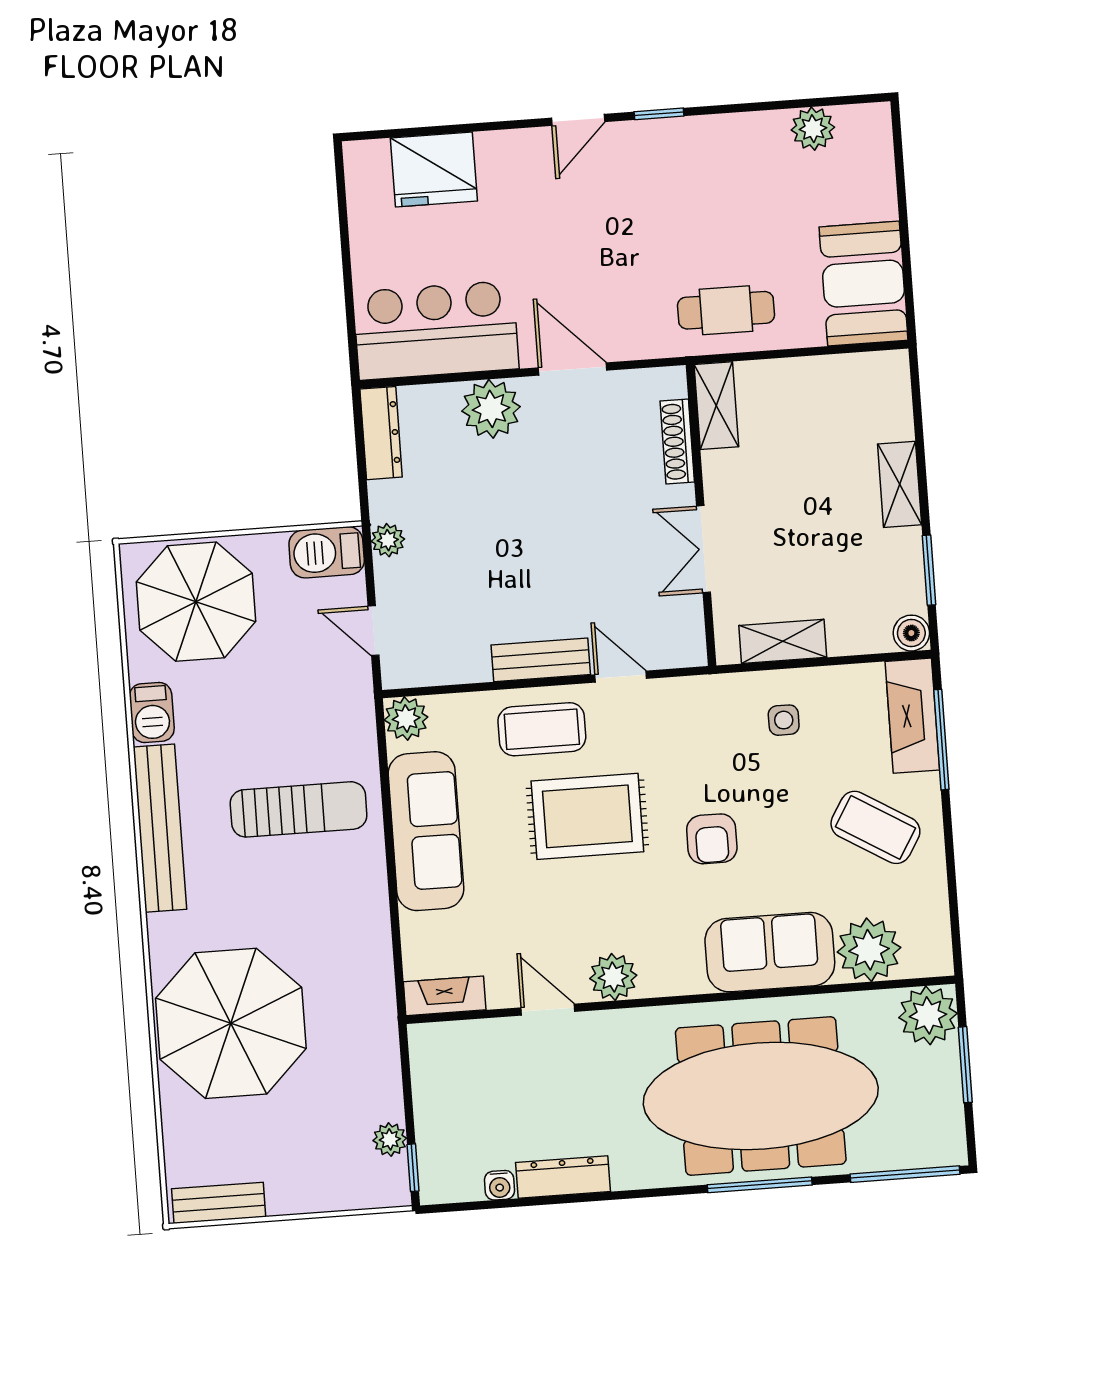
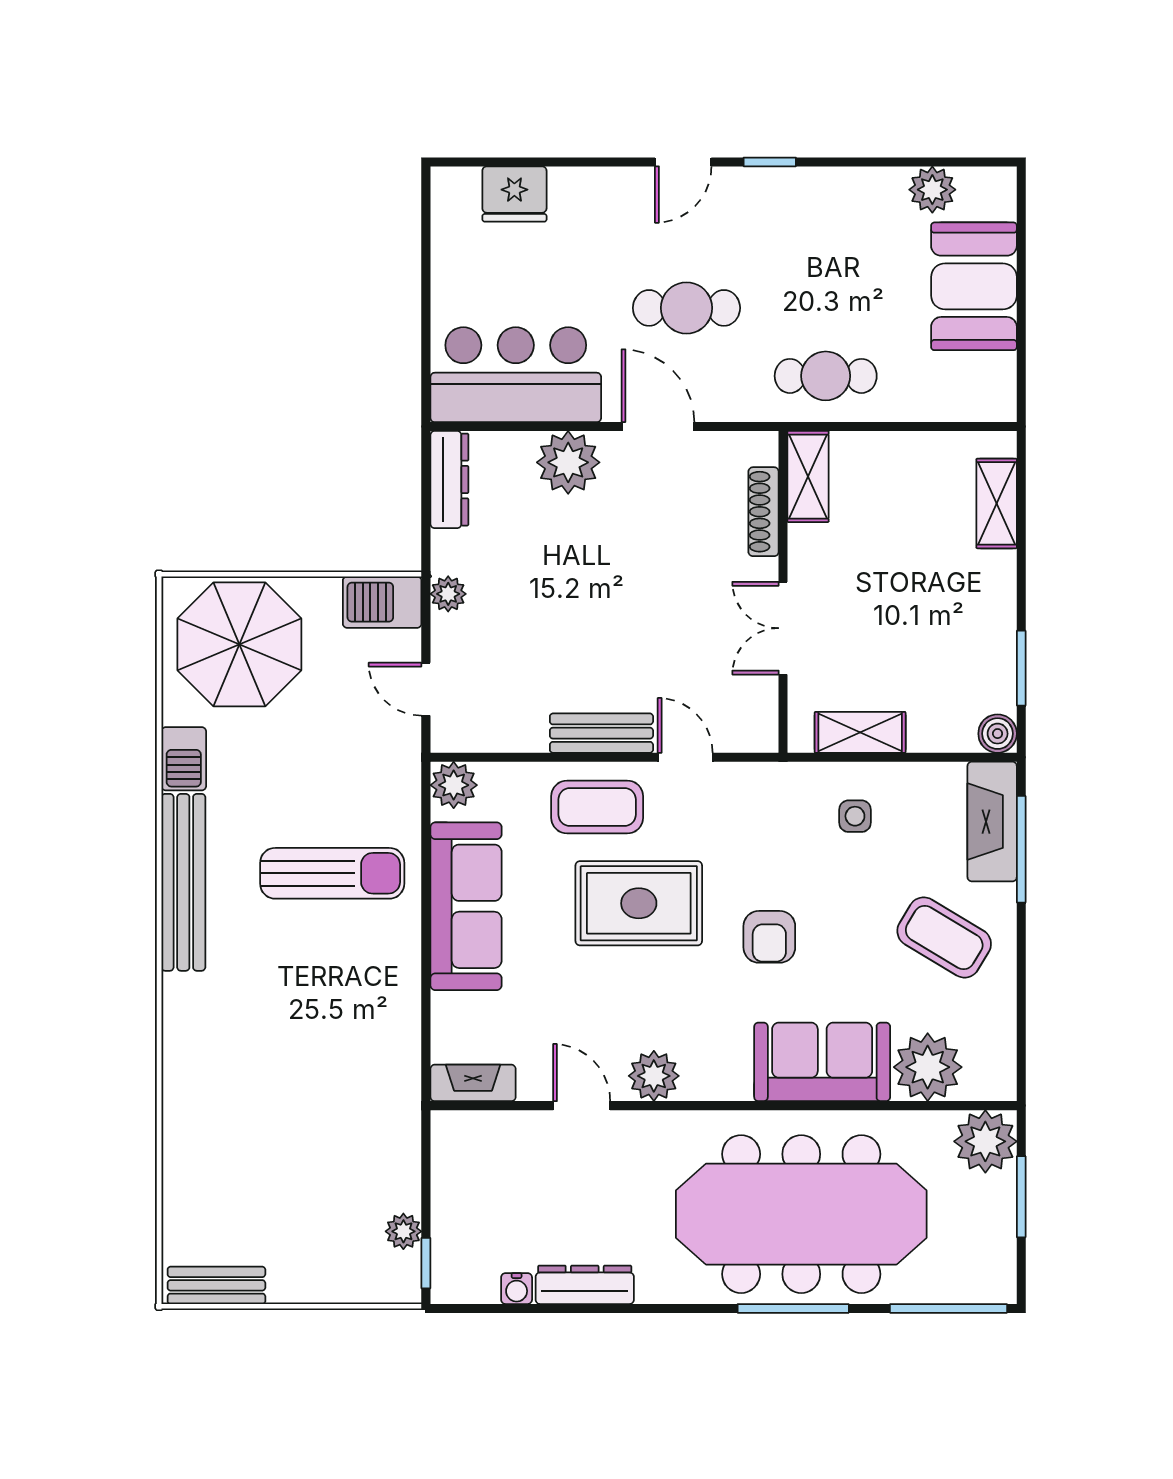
fridge: (434, 169) -> (514, 194), width x0.73, depth x0.75
cafe table: (591, 256) -> (686, 308), added
booth: (863, 284) -> (974, 286), moved
shelving: (900, 484) -> (997, 503), moved
parasol: (231, 1023) -> (244, 1095), removed

